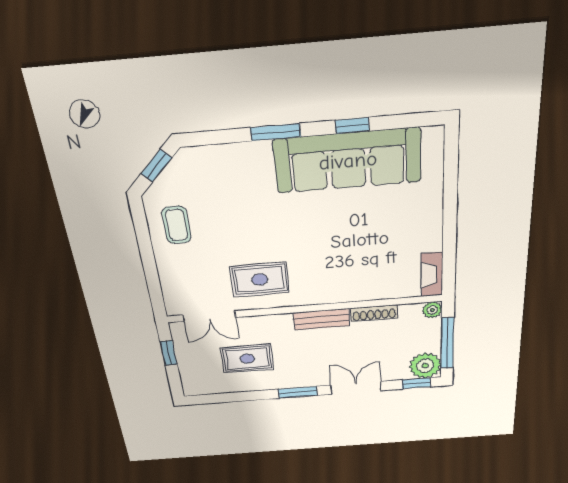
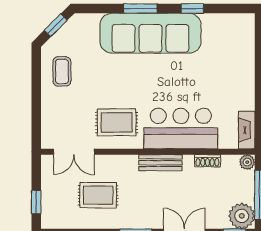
sofa: (348, 161) -> (150, 33), moved
bar counter: (345, 280) -> (181, 129), added
shoe rack: (374, 313) -> (207, 161), width x0.70
window: (169, 353) -> (36, 202), moved

